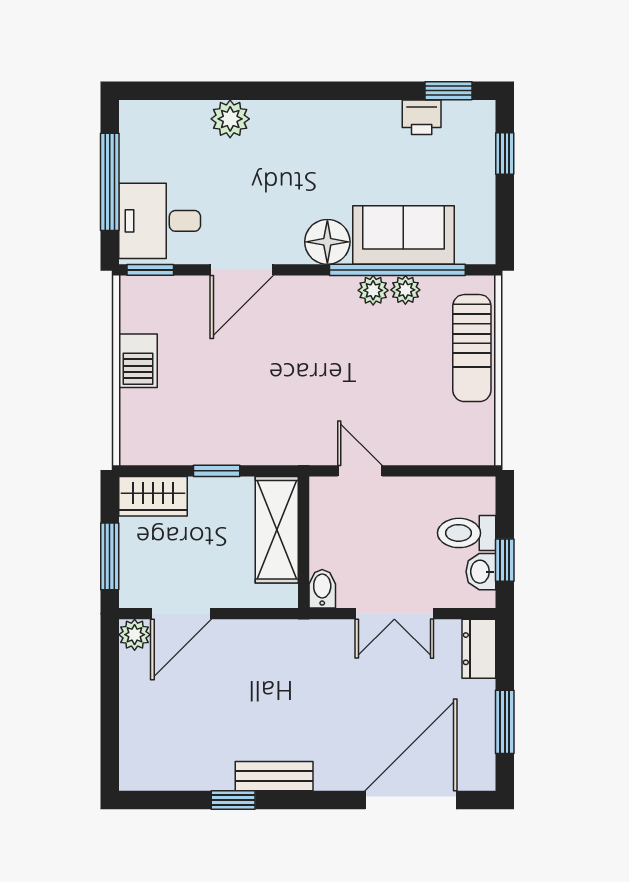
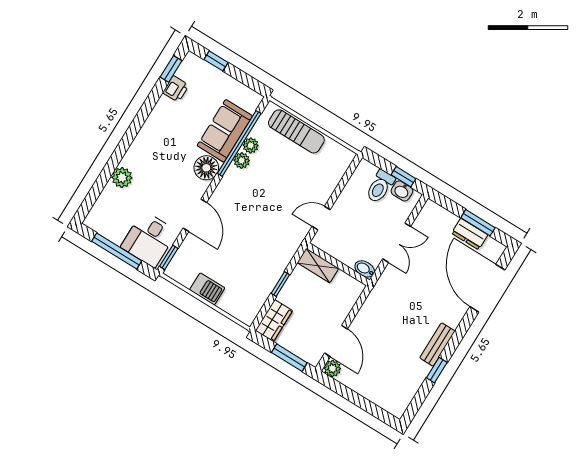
shelving: (277, 530) -> (318, 266), width x0.67, depth x0.75
dresser: (479, 649) -> (470, 234), moved

